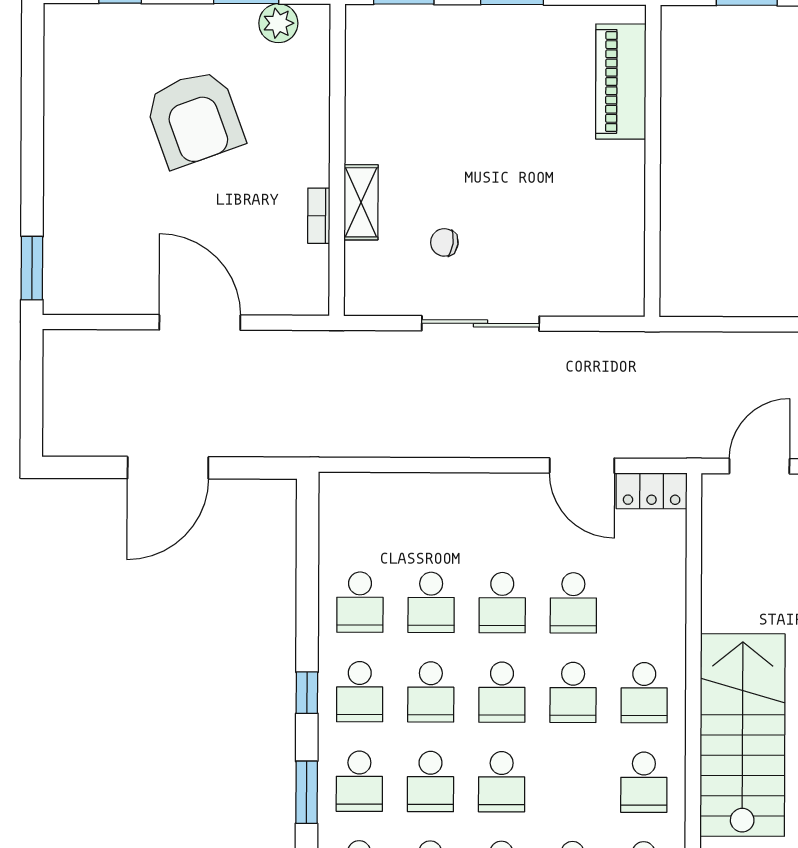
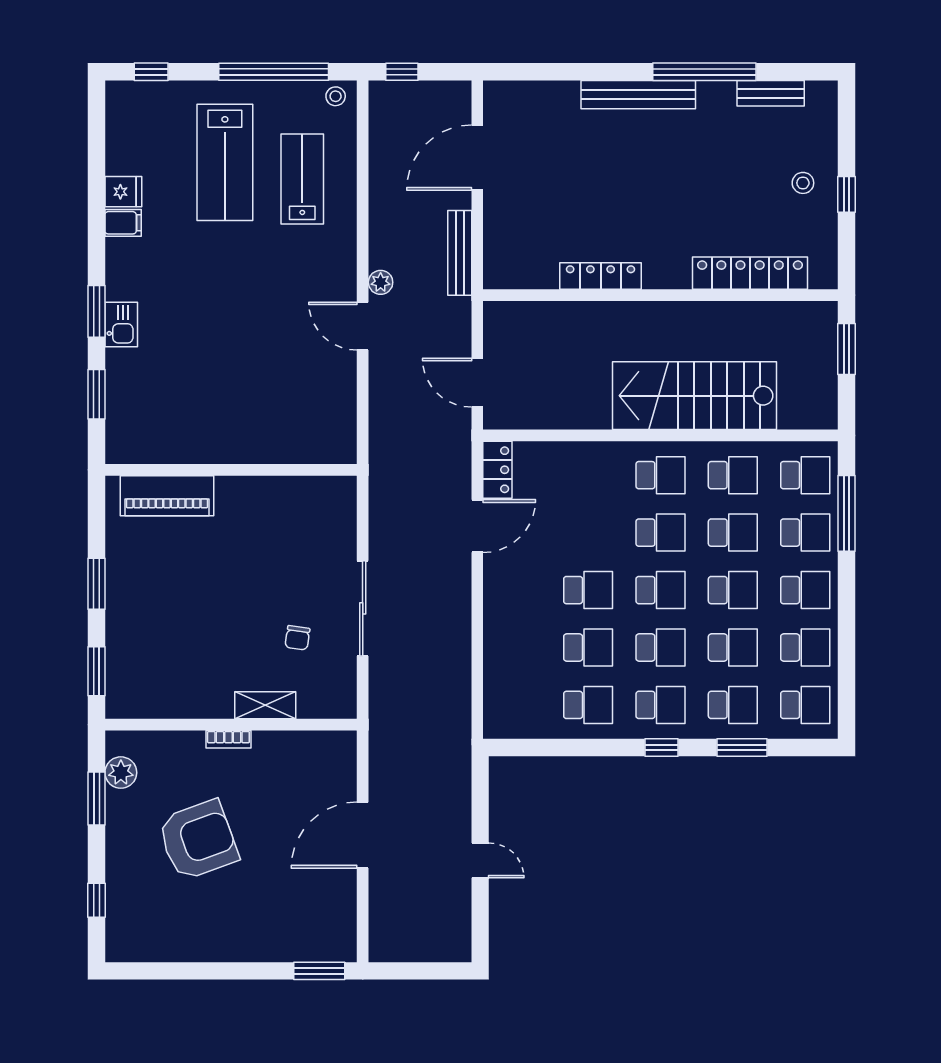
bookcase: (319, 216) -> (228, 739), moved
door: (168, 468) -> (480, 860), width x0.53
school desk: (573, 603) -> (733, 533), moved

